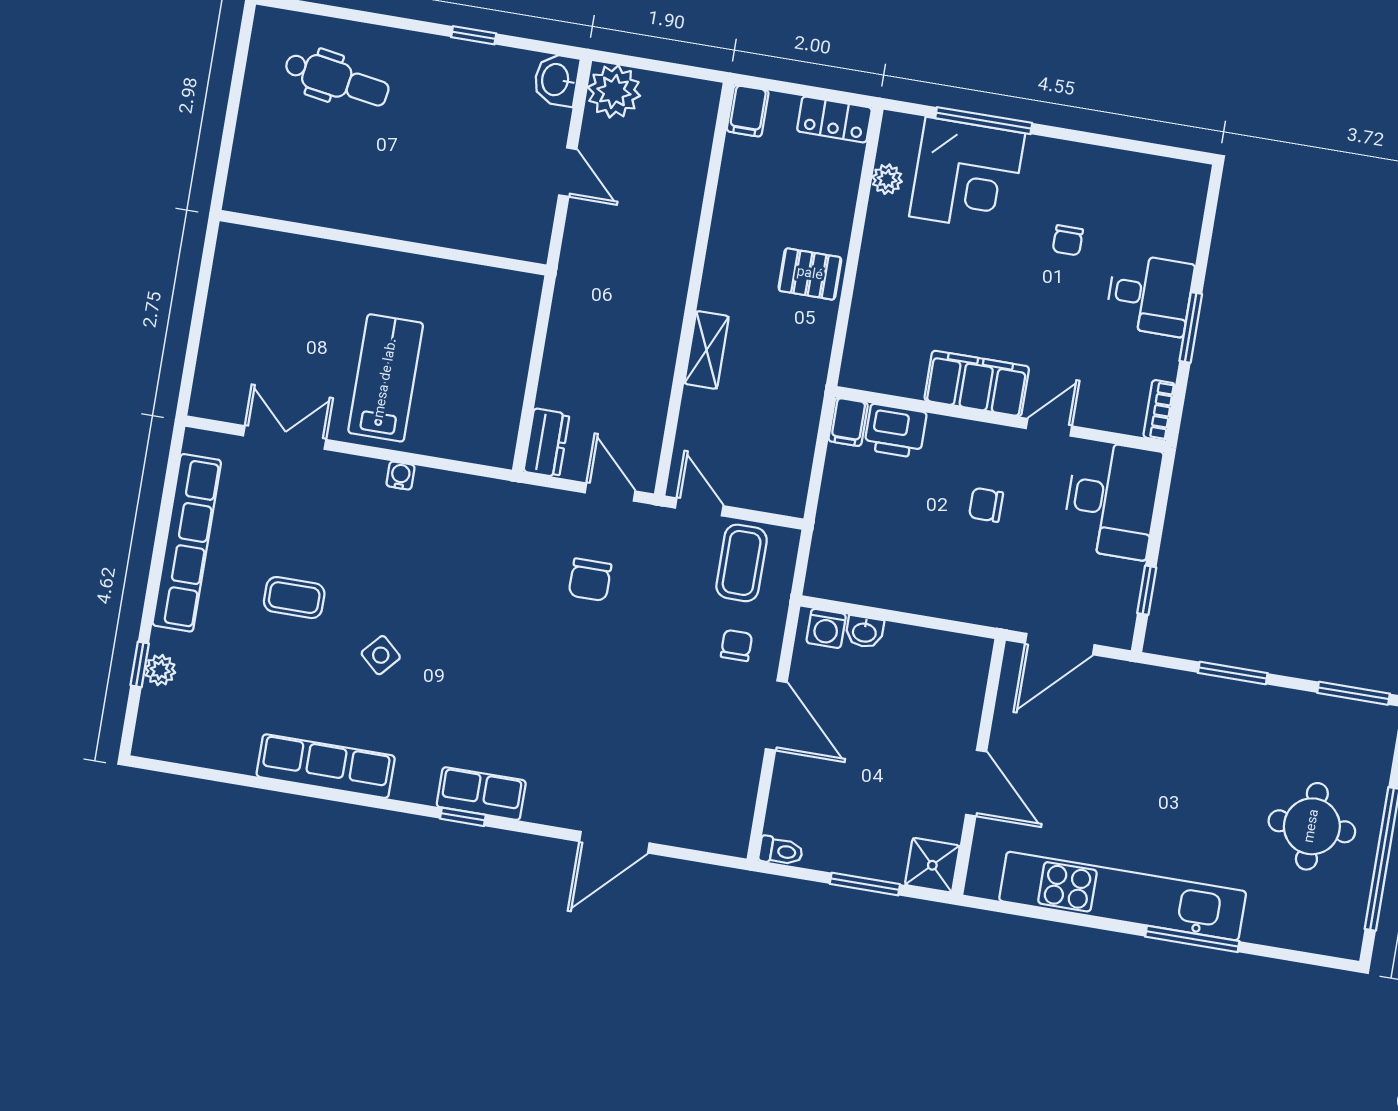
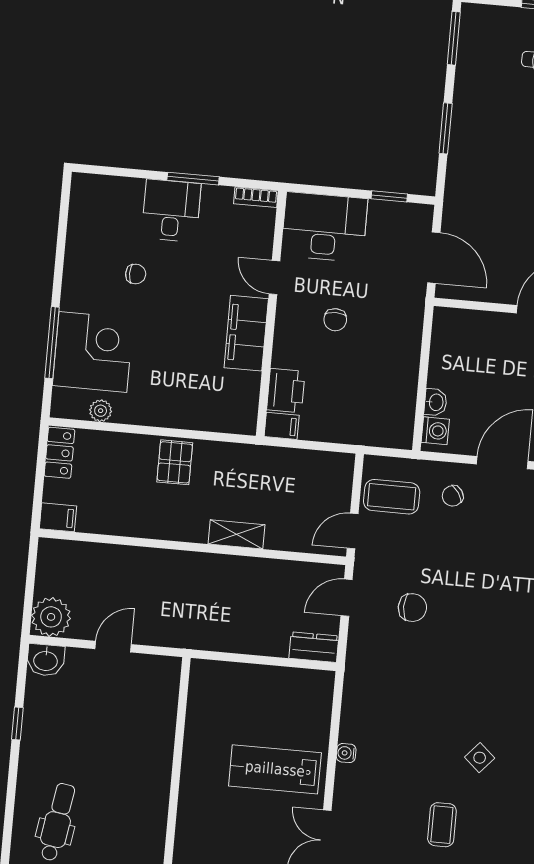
chair: (736, 645) -> (453, 496), turned -34

